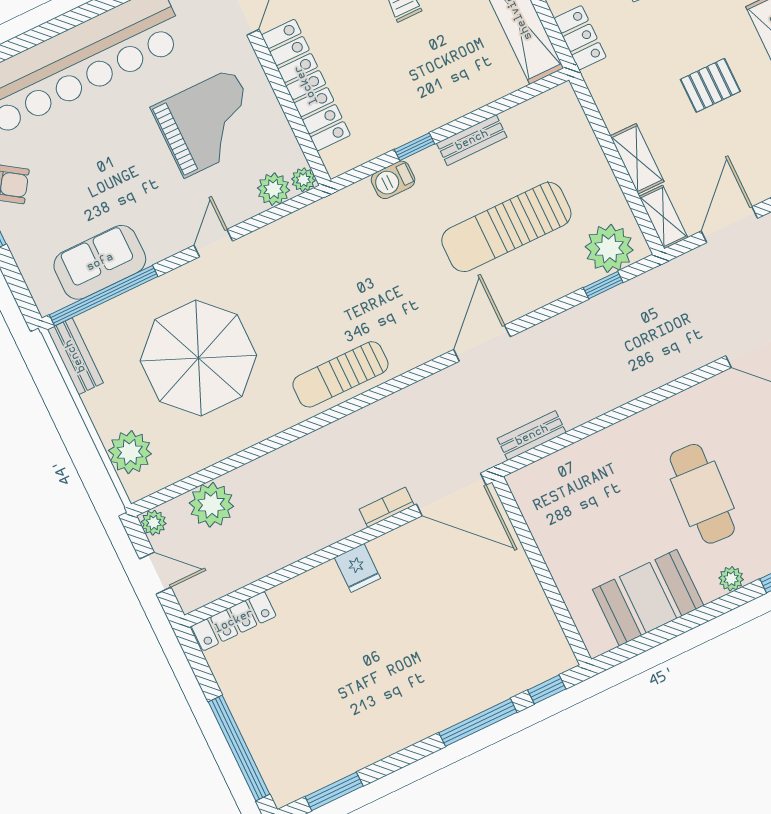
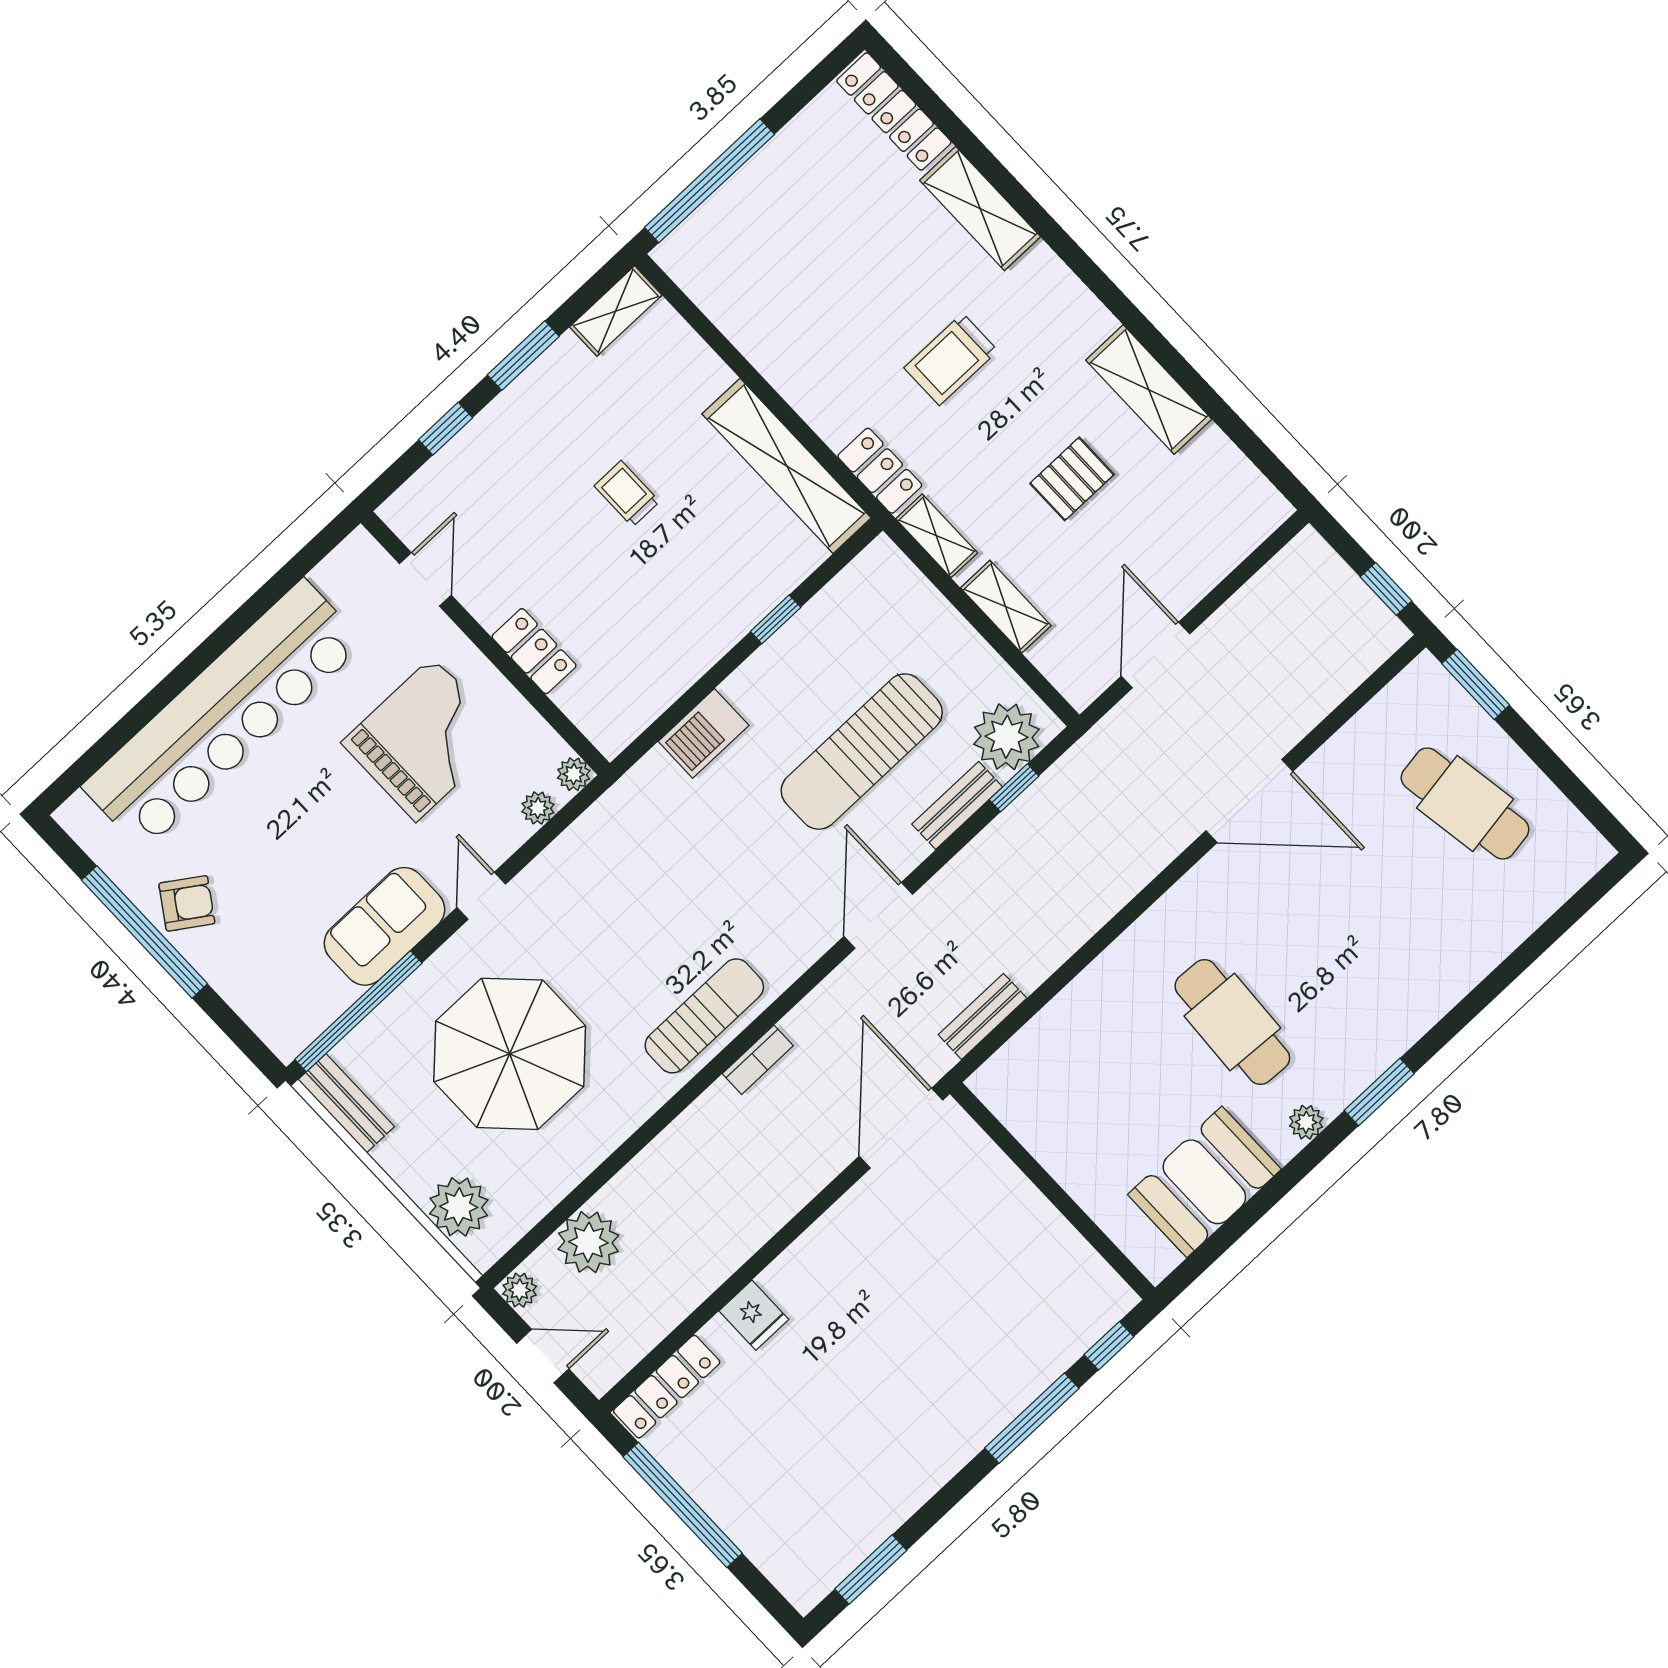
locker: (306, 85) -> (534, 651), width x0.46, depth x0.83
bench: (472, 140) -> (957, 805), moved
window: (414, 147) -> (776, 619), moved
barbecue: (393, 180) -> (704, 733), width x1.38, depth x1.27
plant: (273, 189) -> (538, 808), width x0.73, depth x0.73
shelving: (663, 217) -> (937, 536), moved
sofa: (100, 262) -> (384, 926), moved
sun lounger: (340, 374) -> (704, 1016), turned 180
door: (451, 494) -> (901, 1128), swing flipped
bookcase: (387, 507) -> (758, 1060), moved, turned 180
fridge: (357, 568) -> (754, 1315), moved
window: (239, 748) -> (683, 1505), moved

